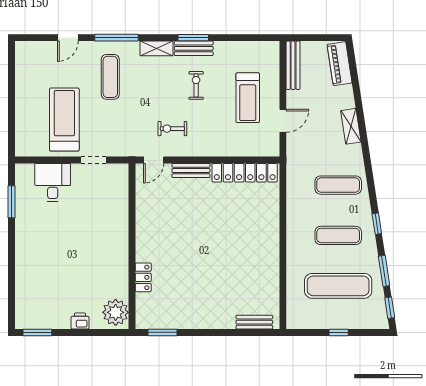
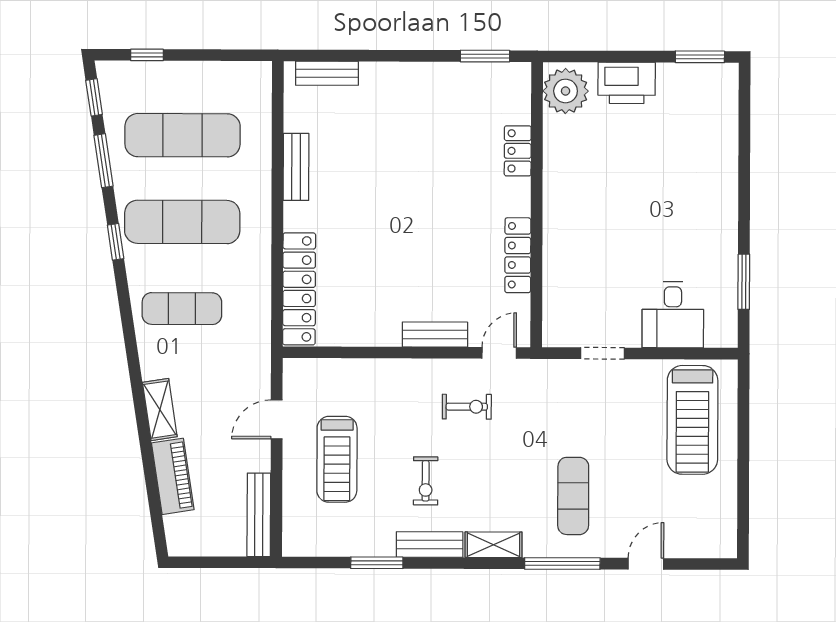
window: (193, 38) -> (377, 563), moved
piano: (340, 64) -> (173, 476), moved
treadmill: (248, 98) -> (337, 459), turned 180
treadmill: (64, 120) -> (692, 420), moved
locker: (245, 173) -> (299, 289), moved, turned 90
locker: (143, 217) -> (518, 255), added
exercise mat: (338, 235) -> (182, 222), width x1.36, depth x1.45
bench: (272, 268) -> (296, 167), added
printer: (80, 321) -> (627, 83), width x1.87, depth x1.48
window: (339, 332) -> (147, 55), moved

